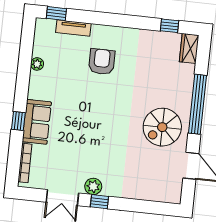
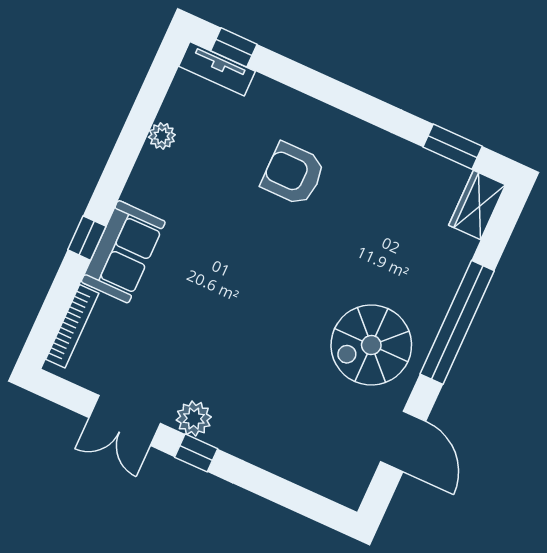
window: (170, 26) -> (453, 147), width x1.50
tv unit: (73, 28) -> (217, 69), moved
armchair: (102, 62) -> (293, 174), turned -90

